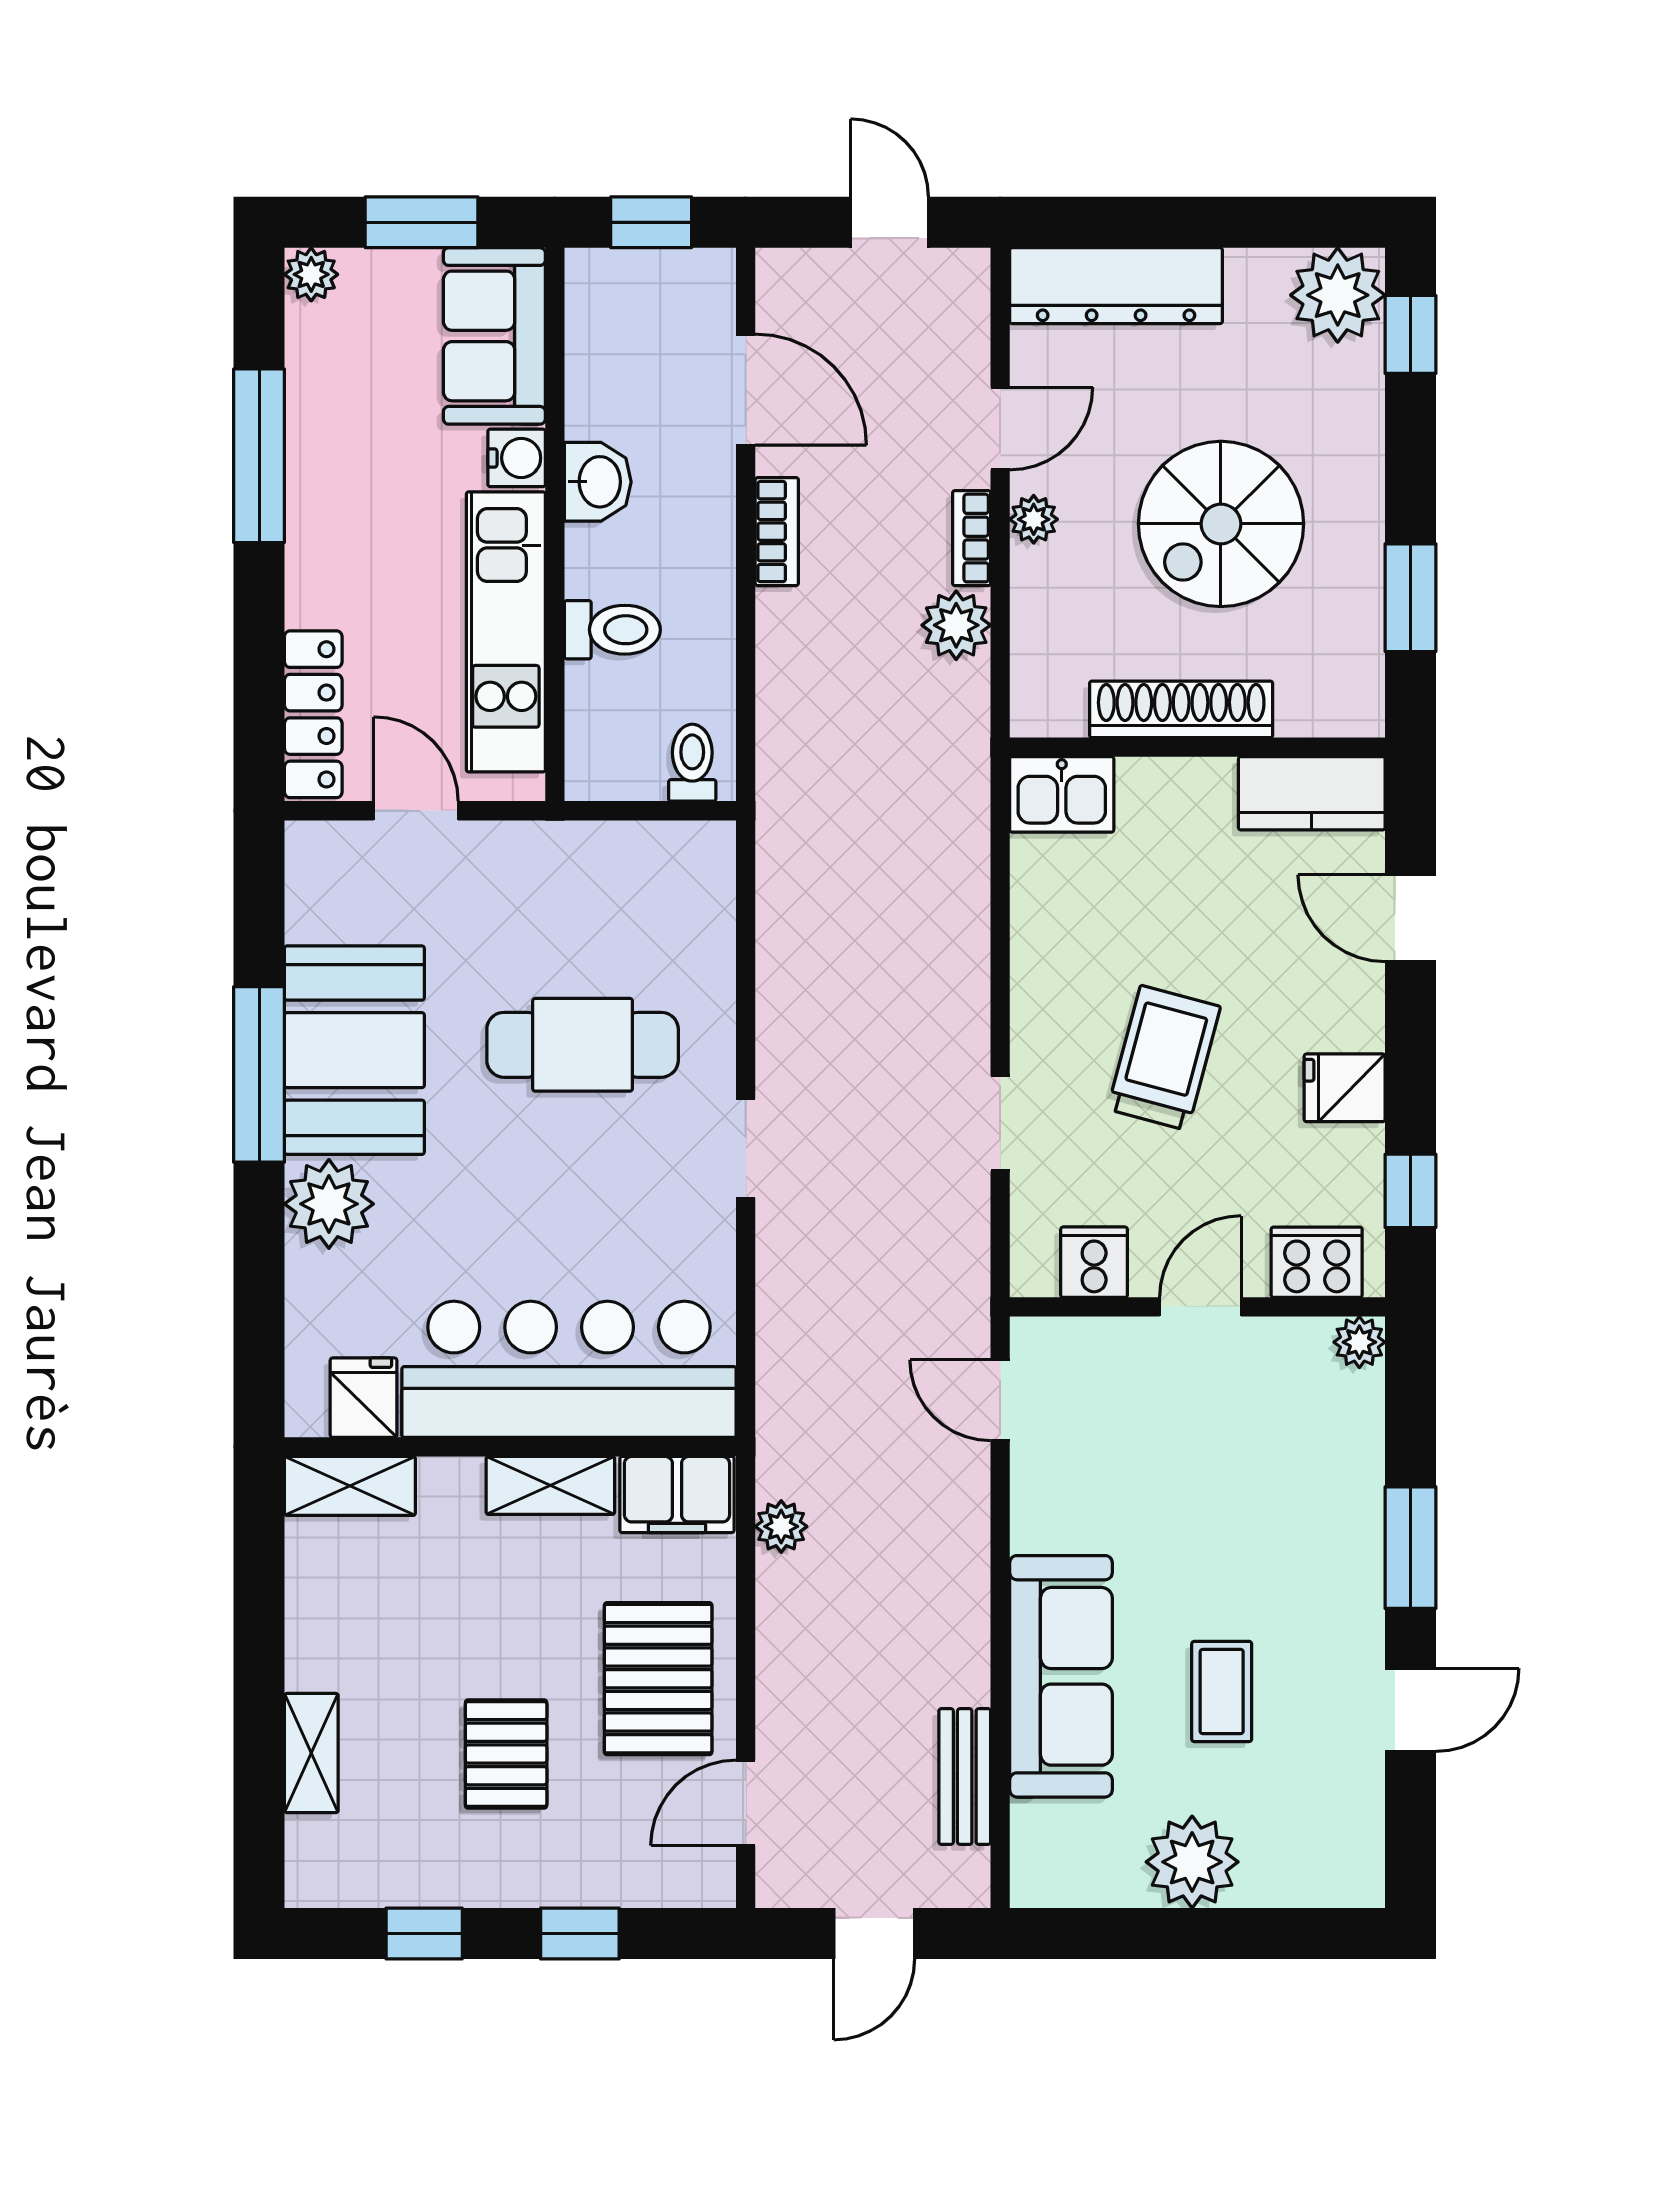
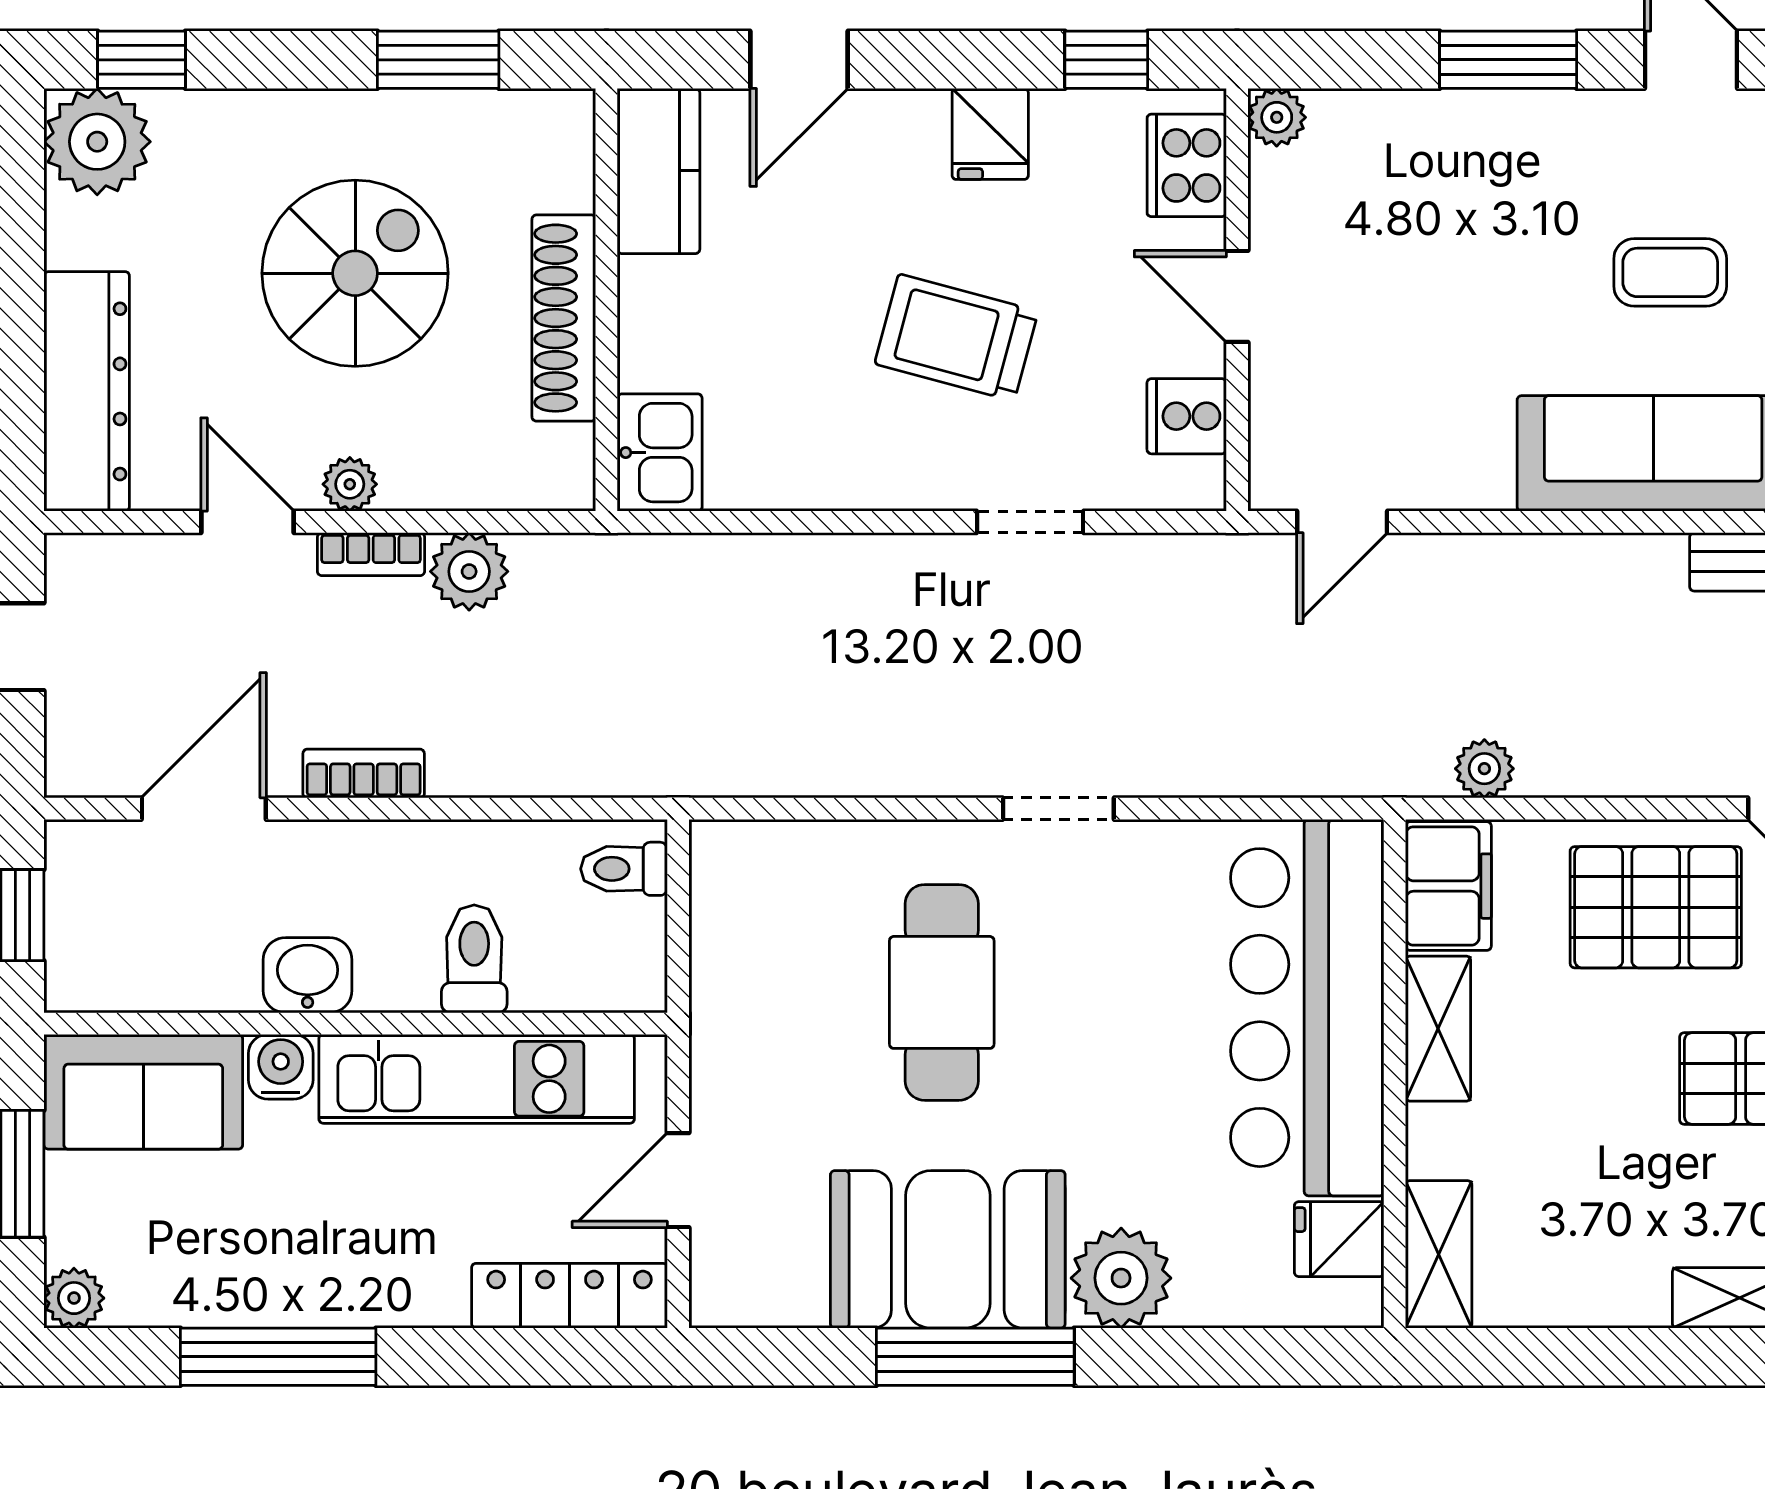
spiral stairs: (1221, 524) -> (355, 273), turned -90

